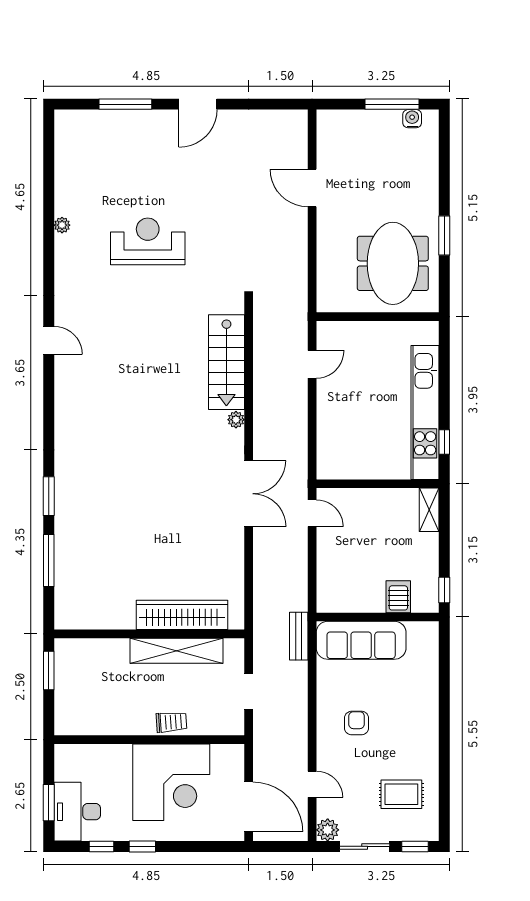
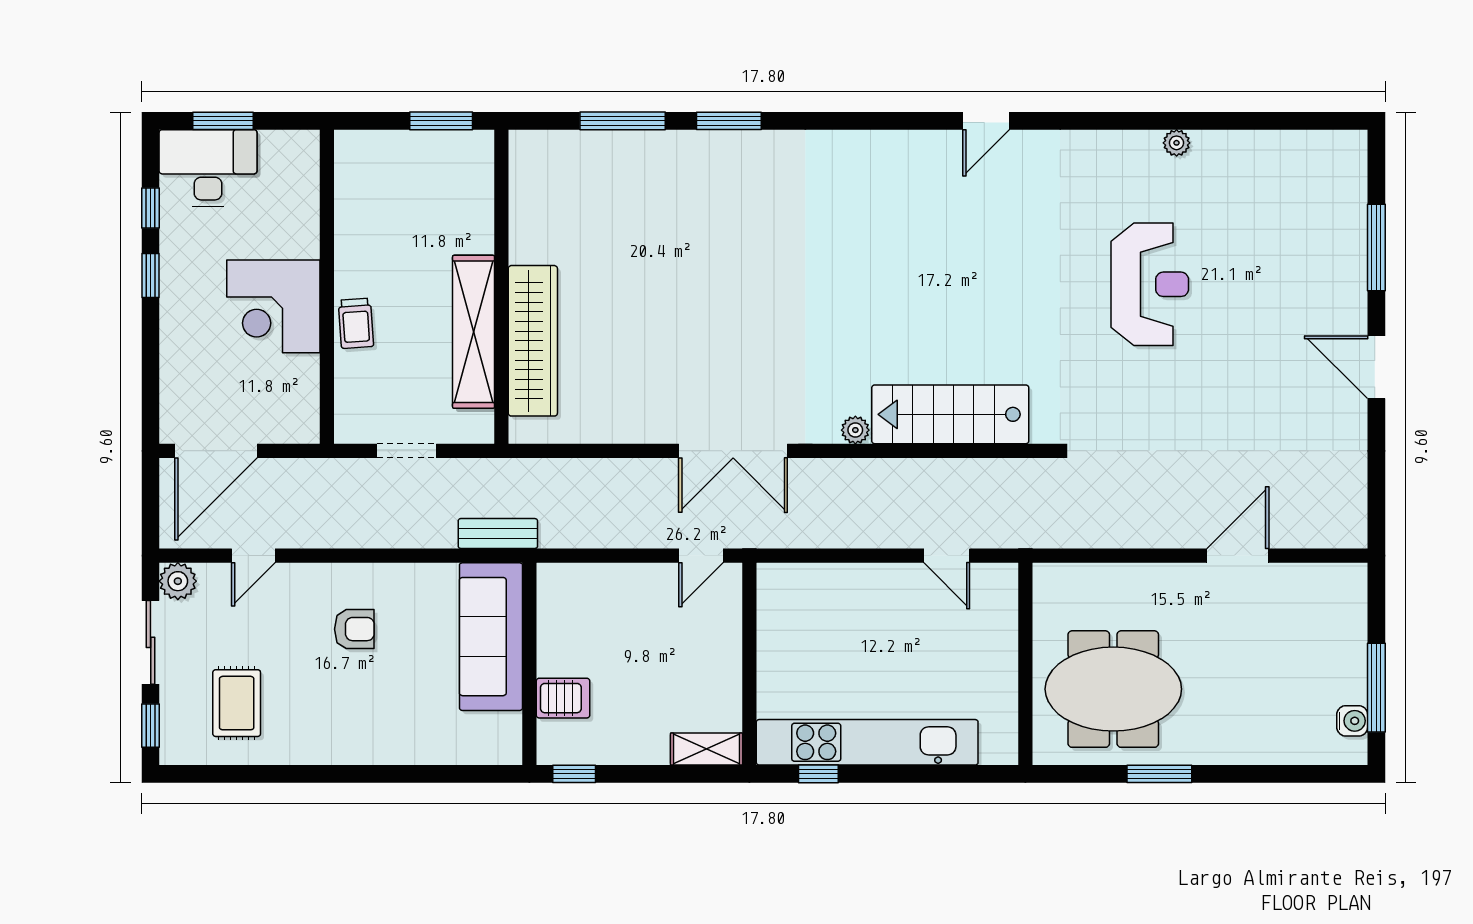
corner desk: (171, 782) -> (273, 306), width x0.74, depth x0.74

